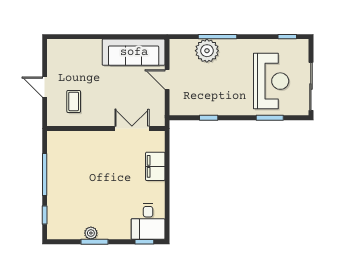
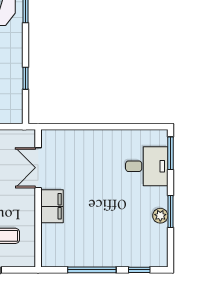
filing cabinet: (155, 166) -> (52, 206), moved, turned -90
desk: (148, 221) -> (147, 166), moved
window: (144, 242) -> (170, 153), width x1.50

